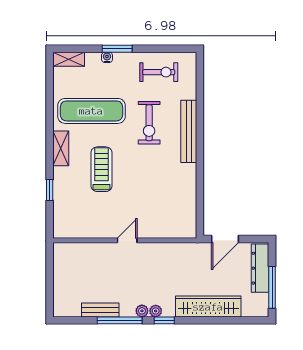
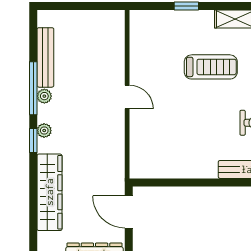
bench: (100, 310) -> (45, 57), width x1.36
plant: (142, 311) -> (44, 96), moved

